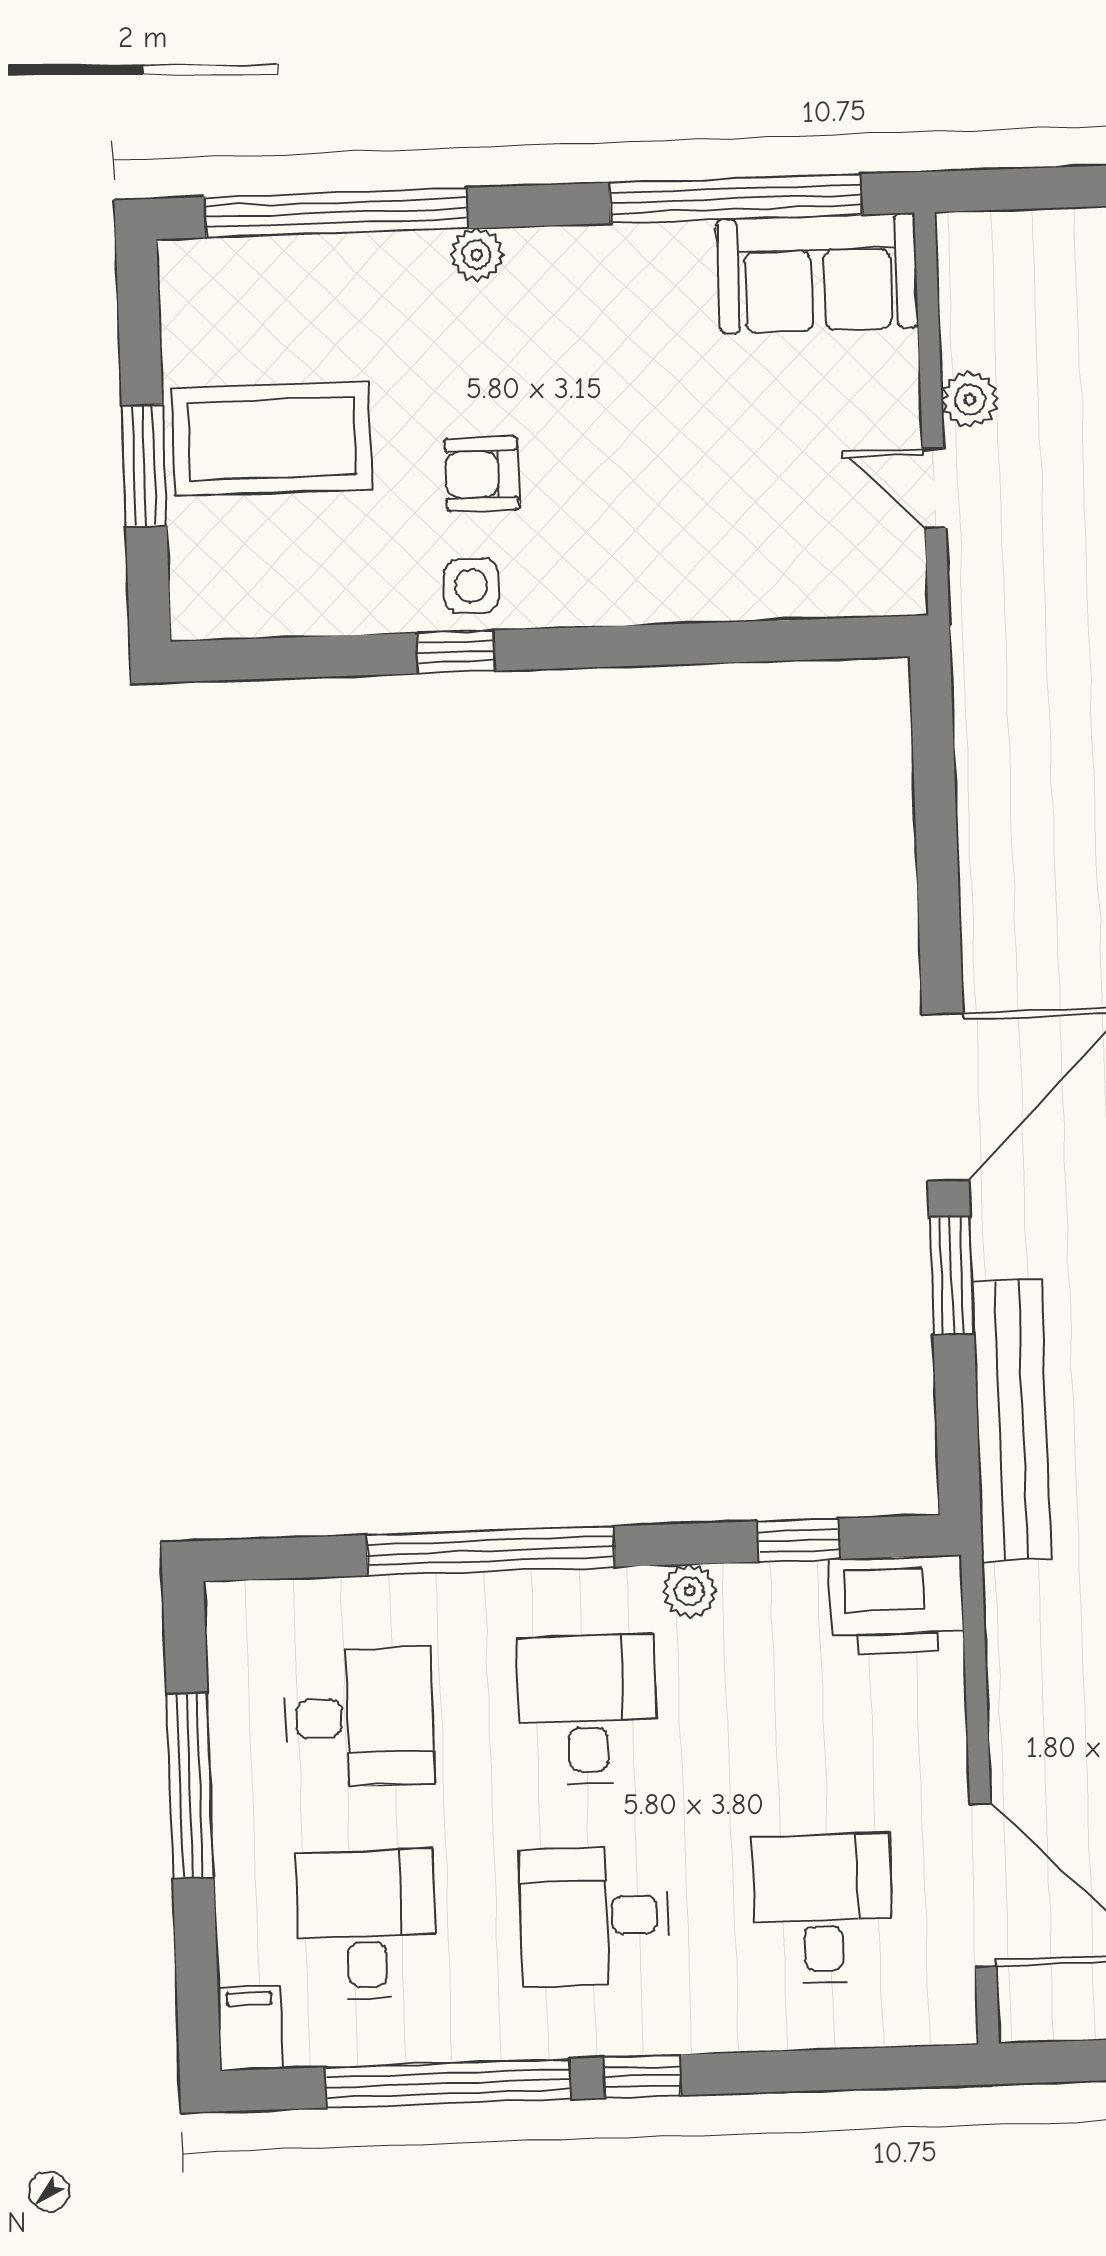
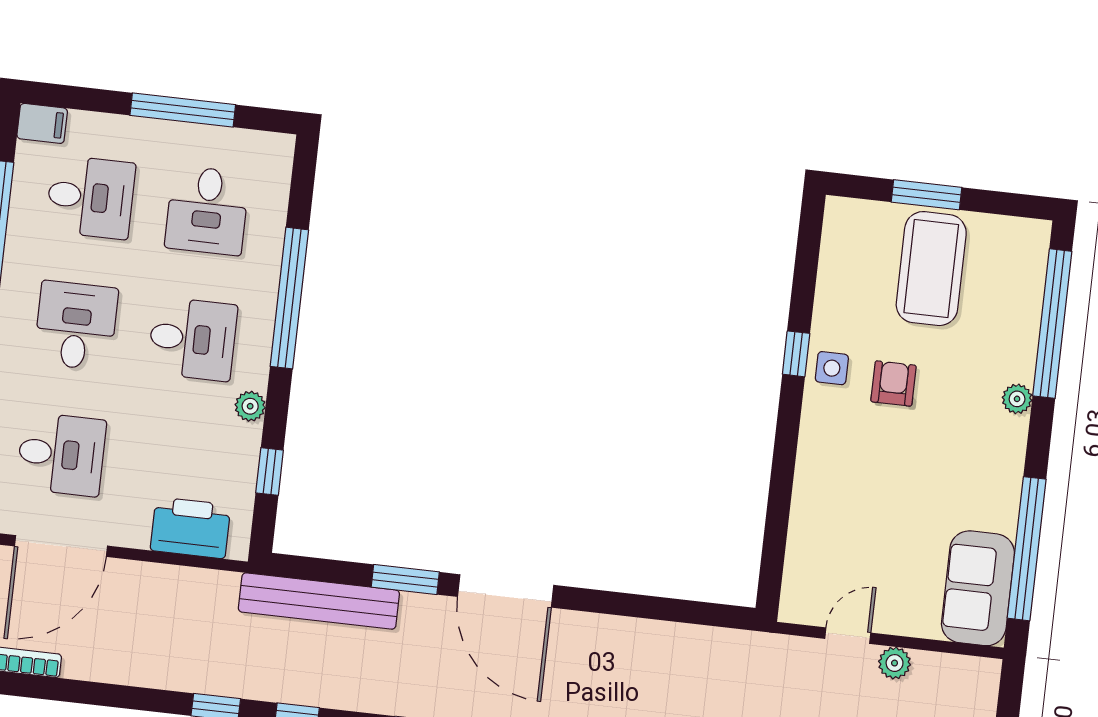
printer: (896, 1605) -> (190, 528), moved, turned 90

